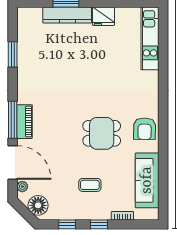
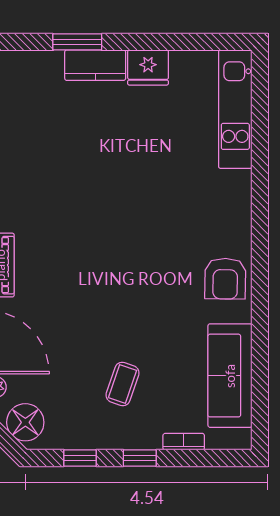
kitchen counter: (67, 15) -> (95, 65), width x0.67
dining table: (102, 133) -> (145, 287), removed
coffee table: (90, 185) -> (122, 384), turned -71

